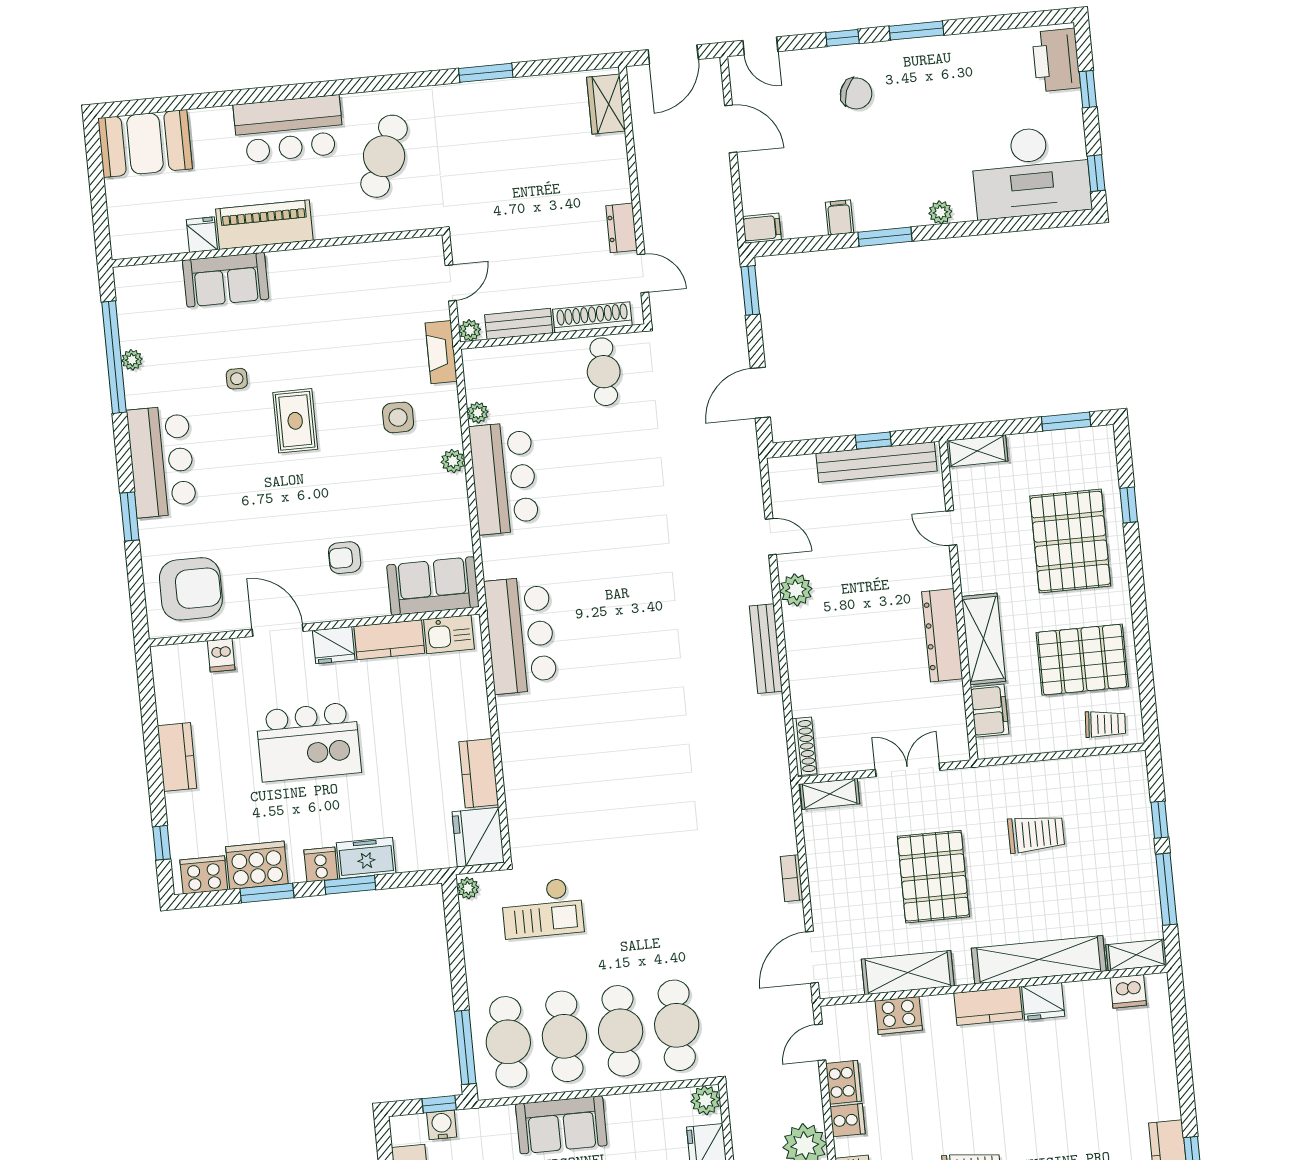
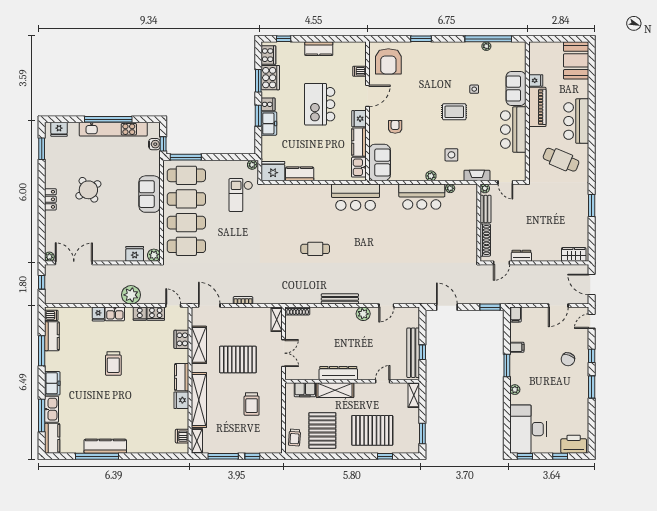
cafe table: (604, 372) -> (315, 249), moved
bar counter: (162, 461) -> (513, 130), moved, turned 90

